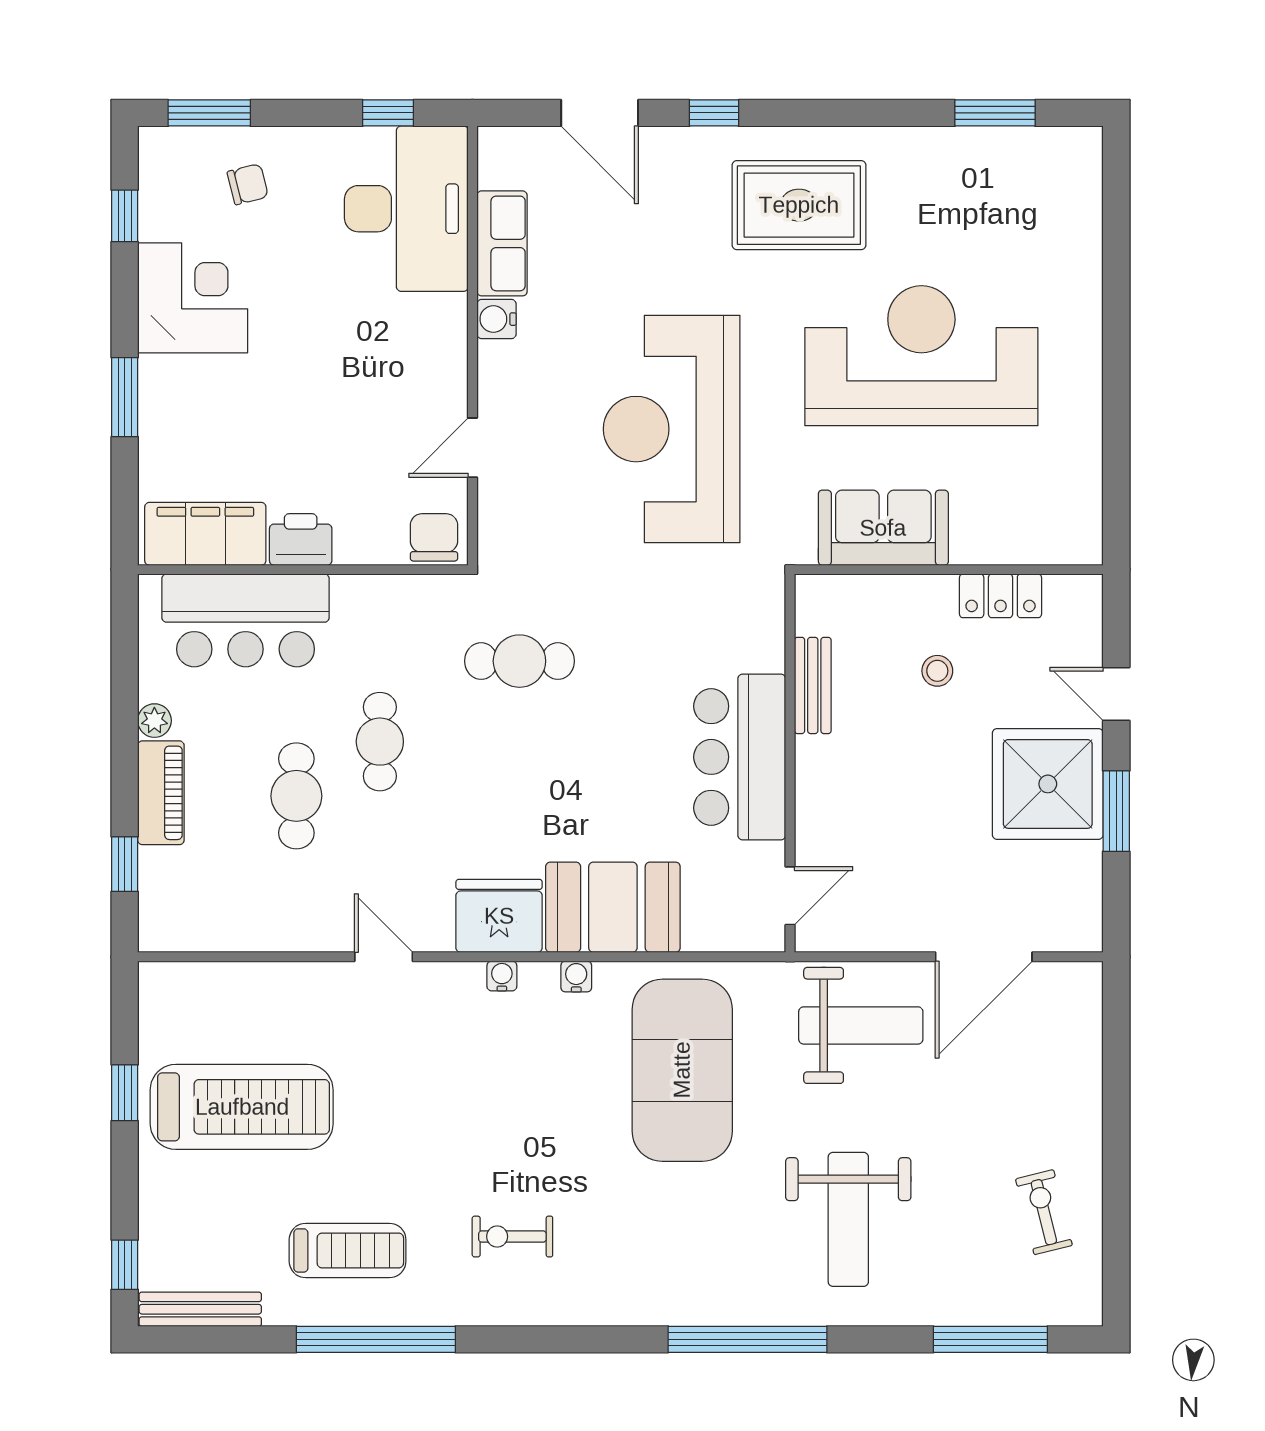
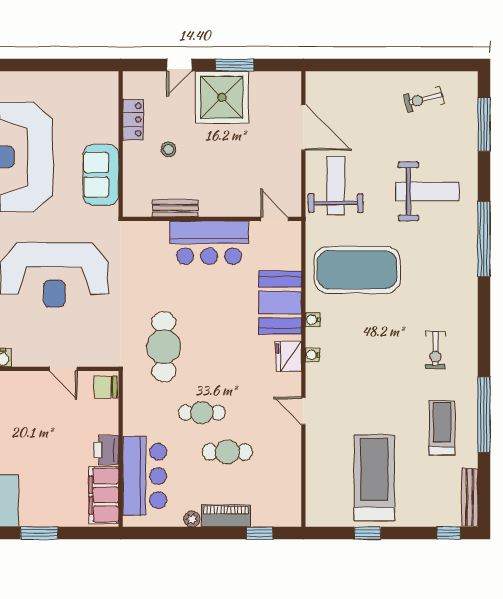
cafe table: (519, 661) -> (164, 347), width x1.37, depth x1.35
fridge: (499, 916) -> (288, 356), width x0.73, depth x0.75
door: (384, 957) -> (303, 411), hinge flipped

